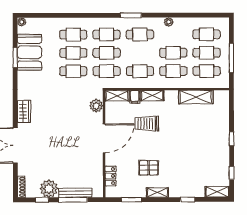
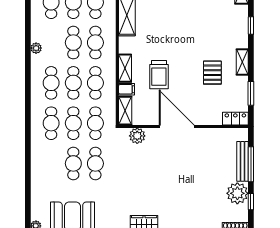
window: (131, 15) -> (28, 94), removed
cafe table: (73, 35) -> (73, 83), moved
locker: (111, 176) -> (235, 119), moved

